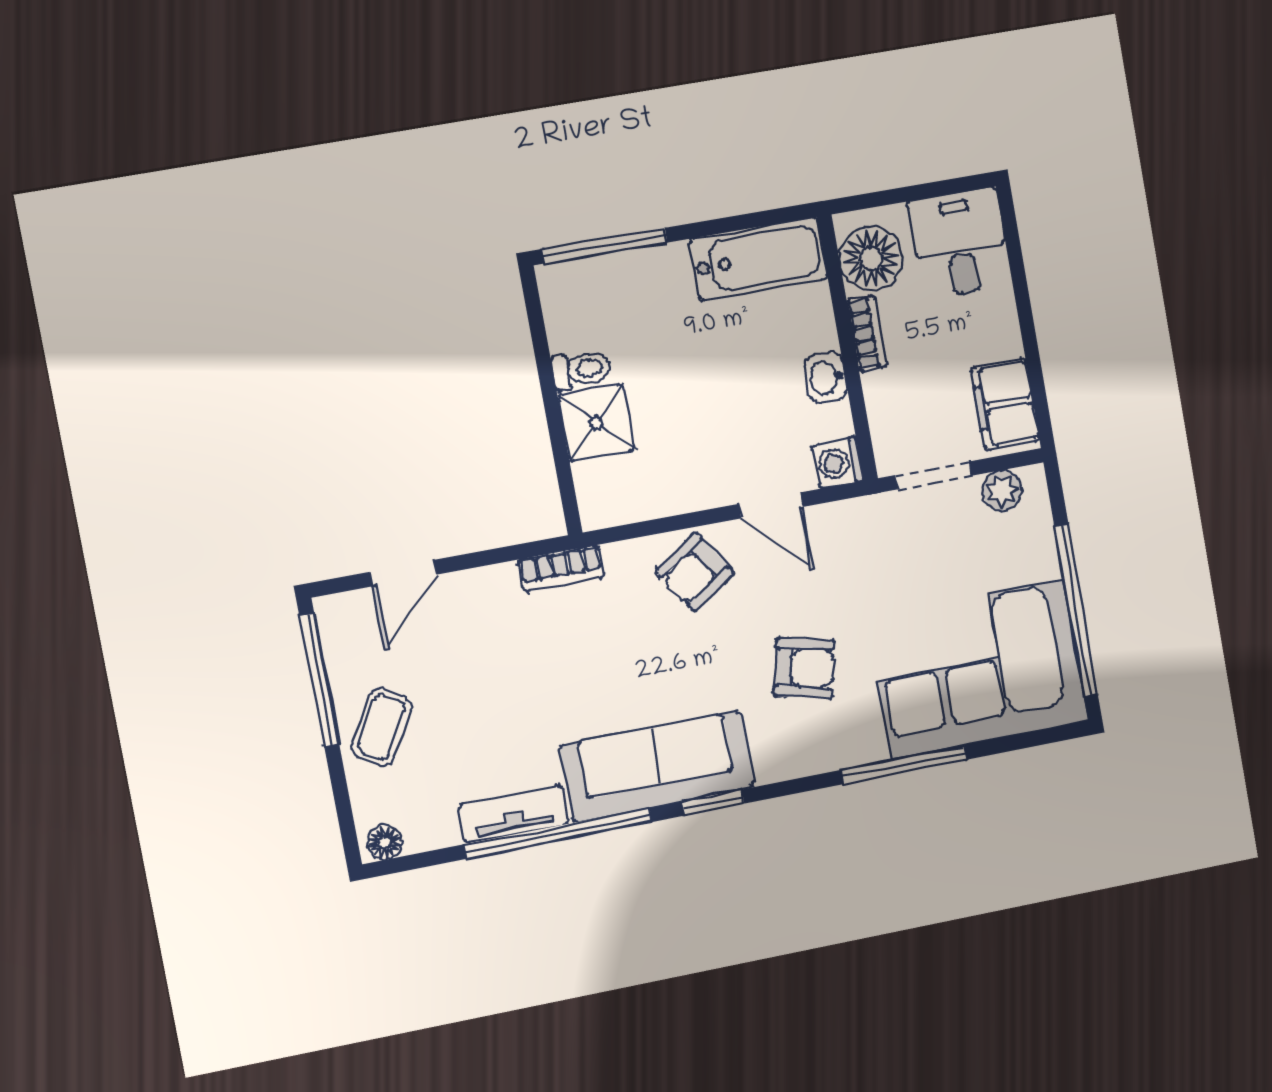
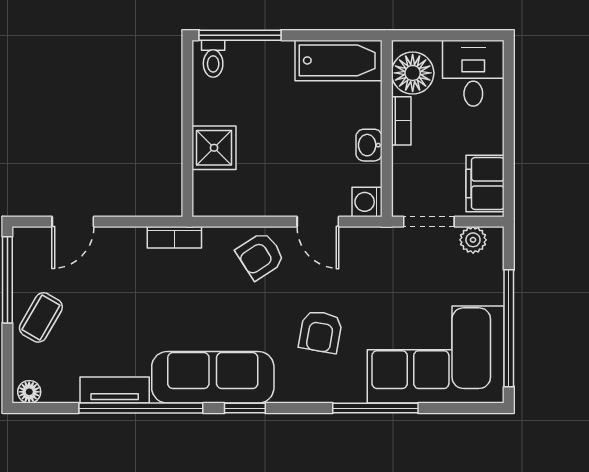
toilet: (582, 370) -> (213, 59), moved, turned 90
armchair: (804, 668) -> (320, 332), turned 87

